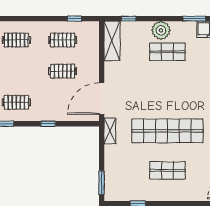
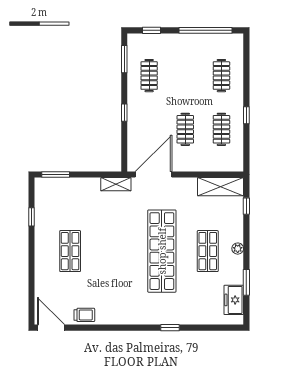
window: (74, 19) -> (246, 115), moved
plant: (161, 30) -> (238, 249), width x0.53, depth x0.53
door: (102, 99) -> (153, 175), hinge flipped
shop shelf: (167, 131) -> (162, 251), moved

